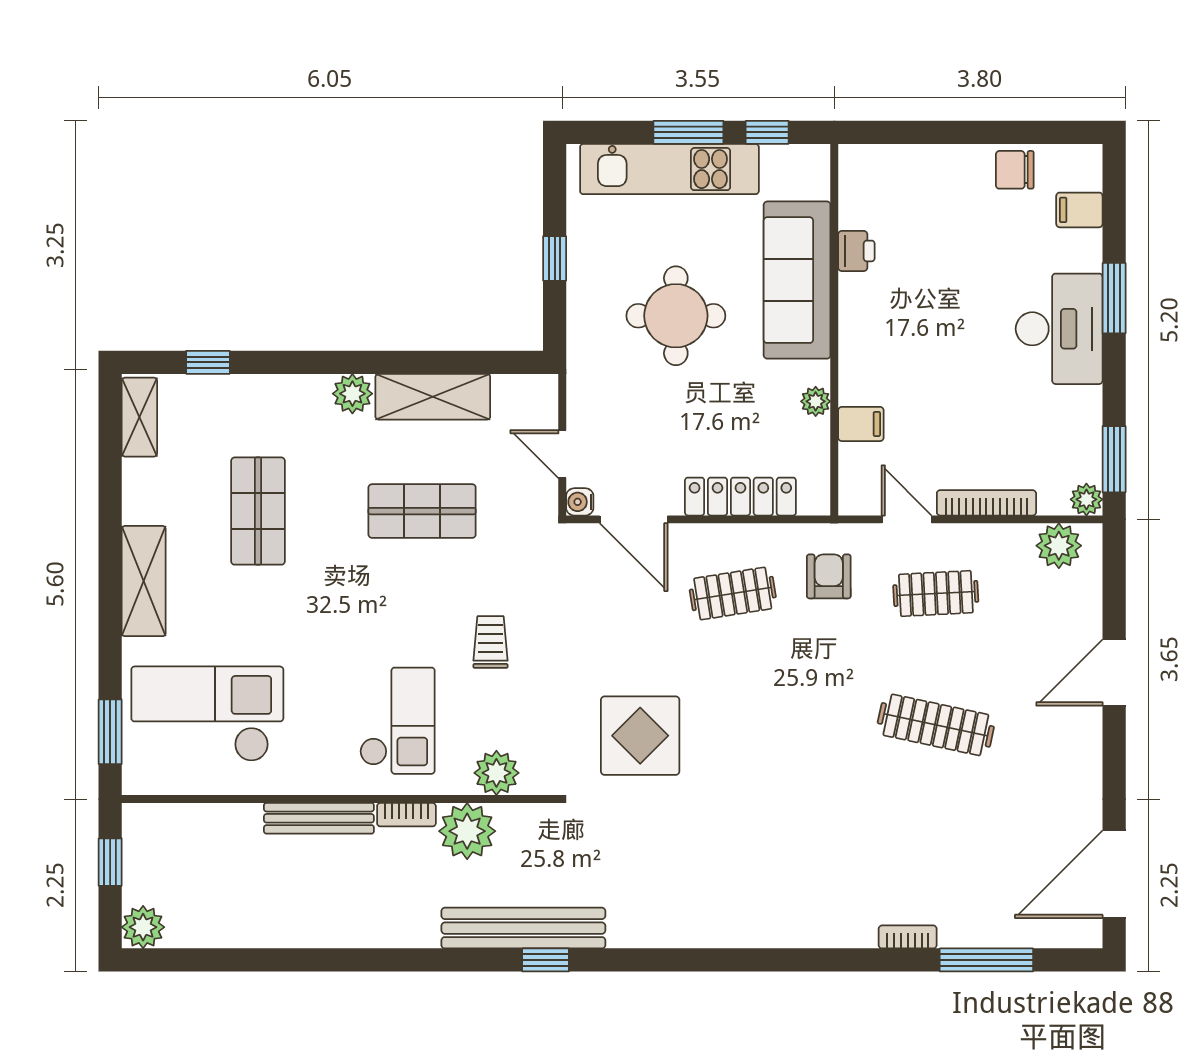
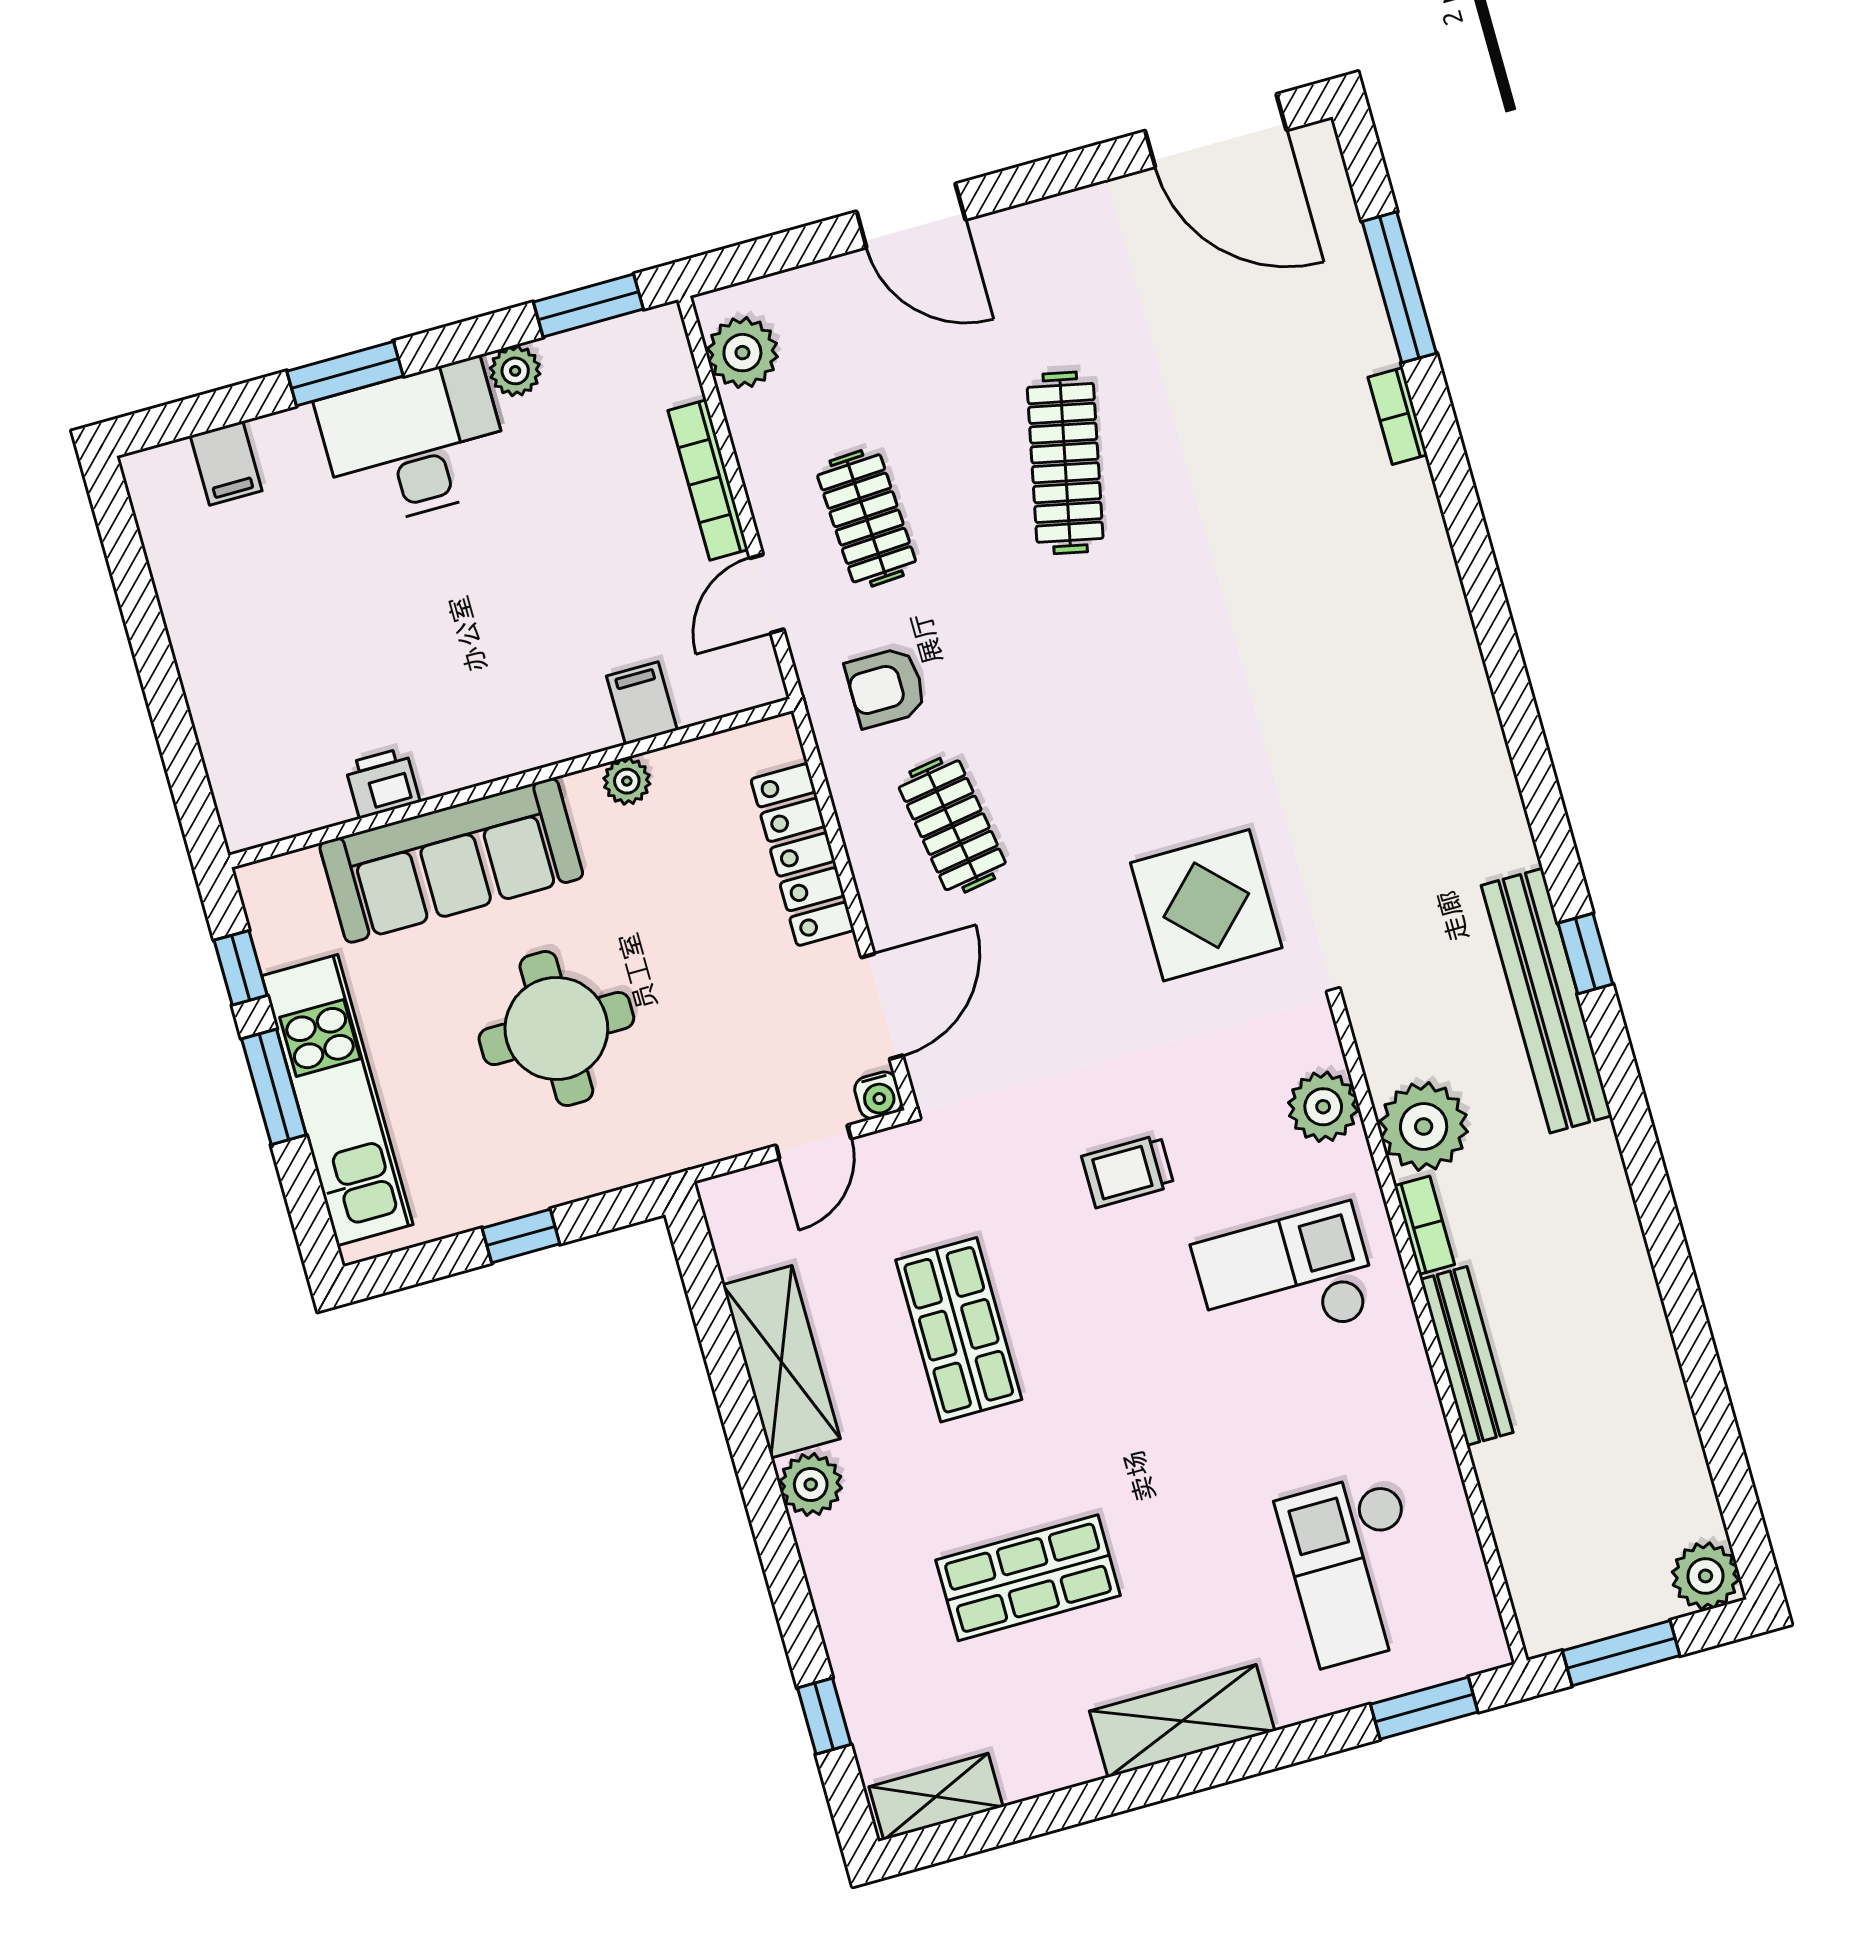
chair: (1015, 170) -> (193, 578), removed
plant: (1086, 499) -> (515, 371), moved
checkout: (207, 714) -> (1356, 1569), width x0.73, depth x0.83
window: (110, 862) -> (1621, 1653), width x1.50

